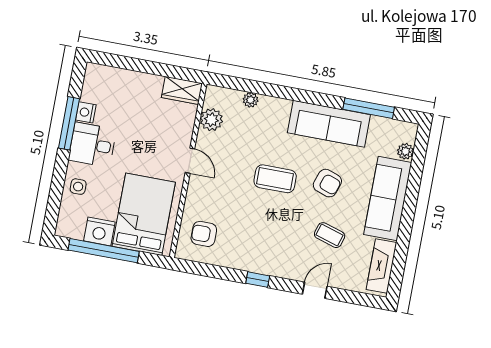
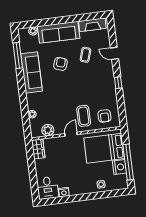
window: (69, 123) -> (72, 199), removed
desk: (92, 145) -> (48, 188), moved
coffee table: (275, 179) -> (84, 116), moved

